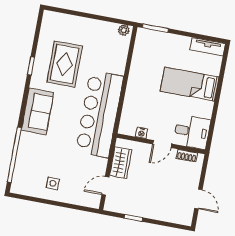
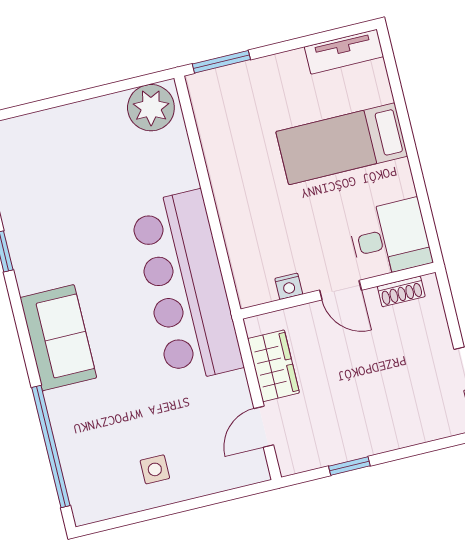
plant: (124, 30) -> (151, 108), width x1.87, depth x1.87
rug: (65, 64) -> (70, 217), removed
door: (162, 144) -> (341, 290), hinge flipped

